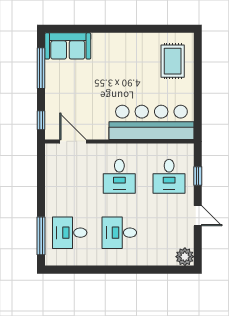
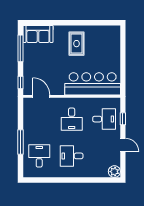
rug: (173, 61) -> (77, 44), moved
desk: (169, 176) -> (104, 119), turned -90
desk: (70, 233) -> (39, 156), turned 90
window: (41, 236) -> (20, 142), moved

